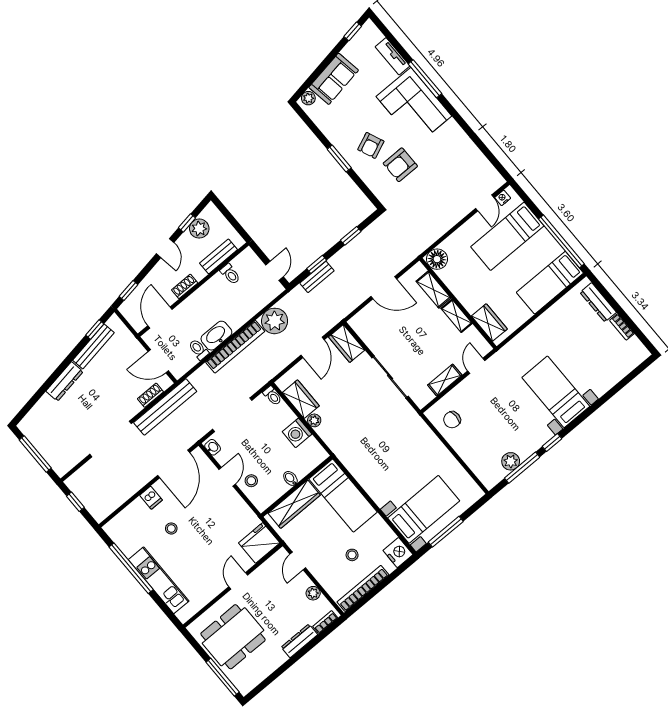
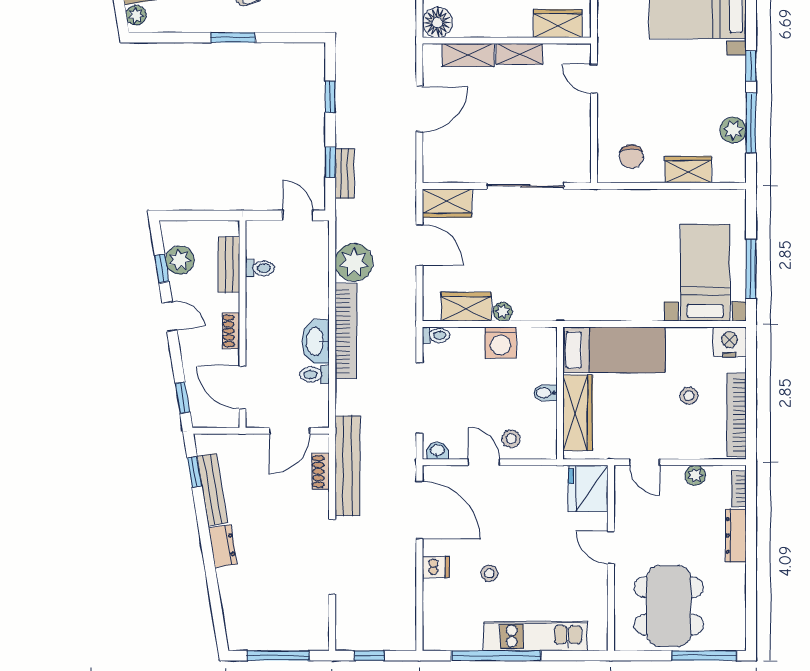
shelving: (445, 380) -> (580, 127), removed
dresser: (64, 381) -> (223, 546), width x0.70
wardrobe: (470, 455) -> (688, 170), added

